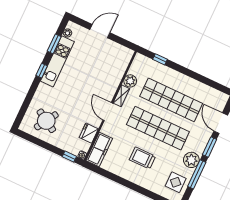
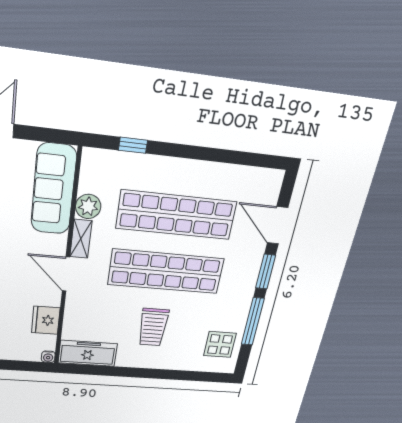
sofa: (117, 67) -> (54, 189), added
freezer: (99, 150) -> (88, 353), moved, turned -90
window: (69, 157) -> (27, 366), removed
trolley: (142, 158) -> (153, 327), turned -90
plant: (191, 160) -> (238, 303), removed

